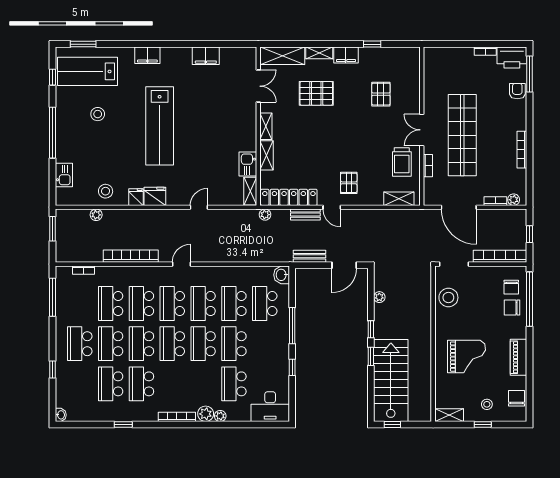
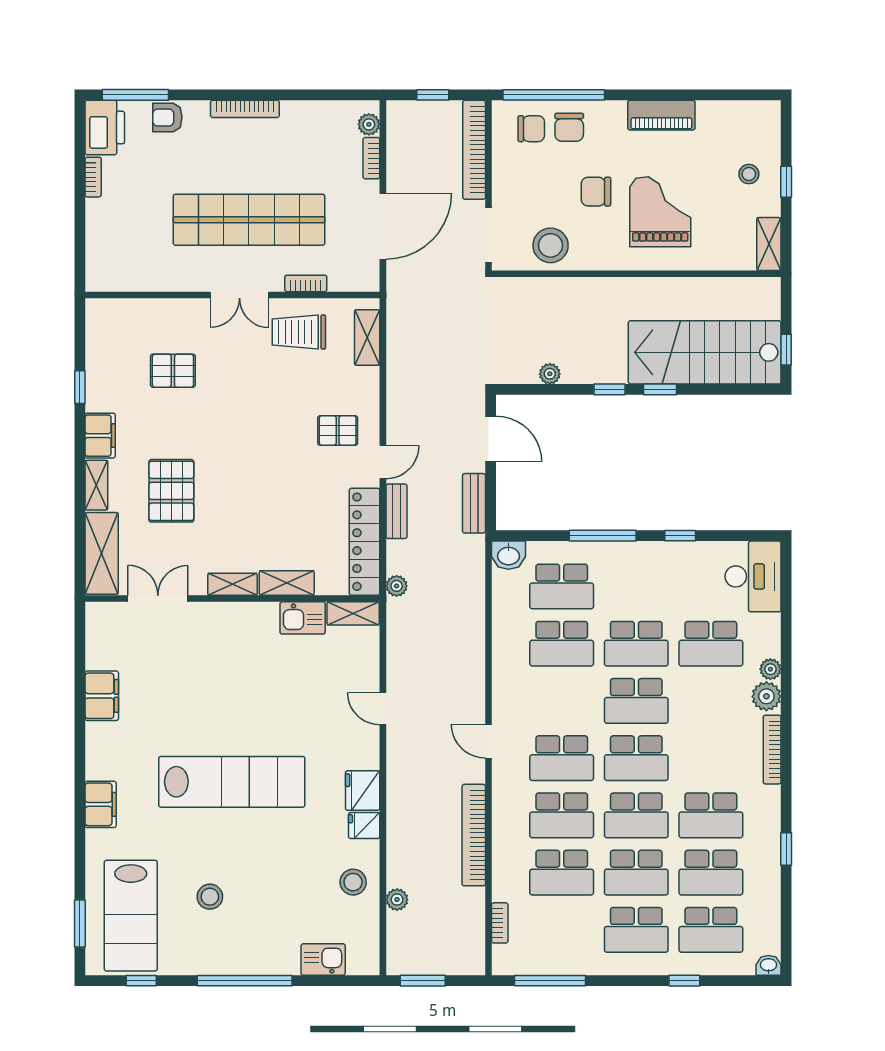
bookcase: (522, 150) -> (245, 109), moved
trolley: (402, 162) -> (299, 332), turned 180
school desk: (203, 304) -> (711, 930), moved
chair: (517, 398) -> (596, 192), moved

